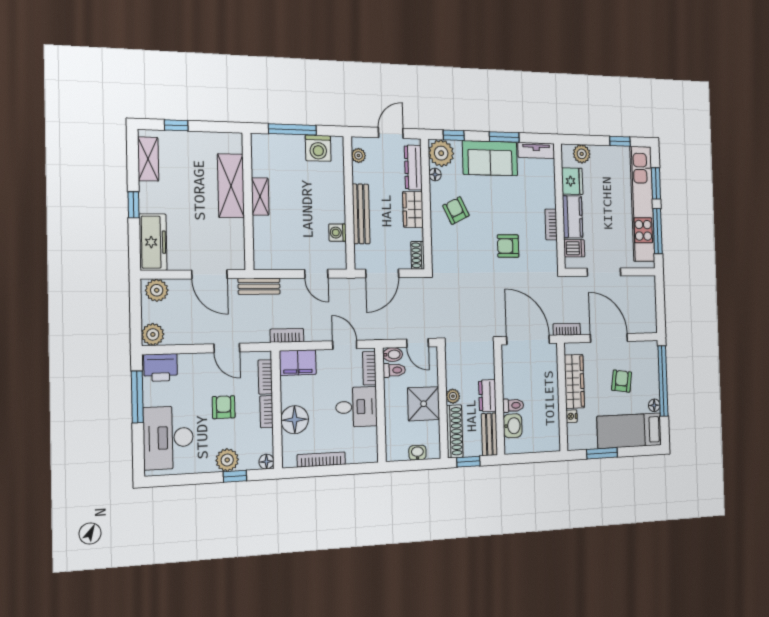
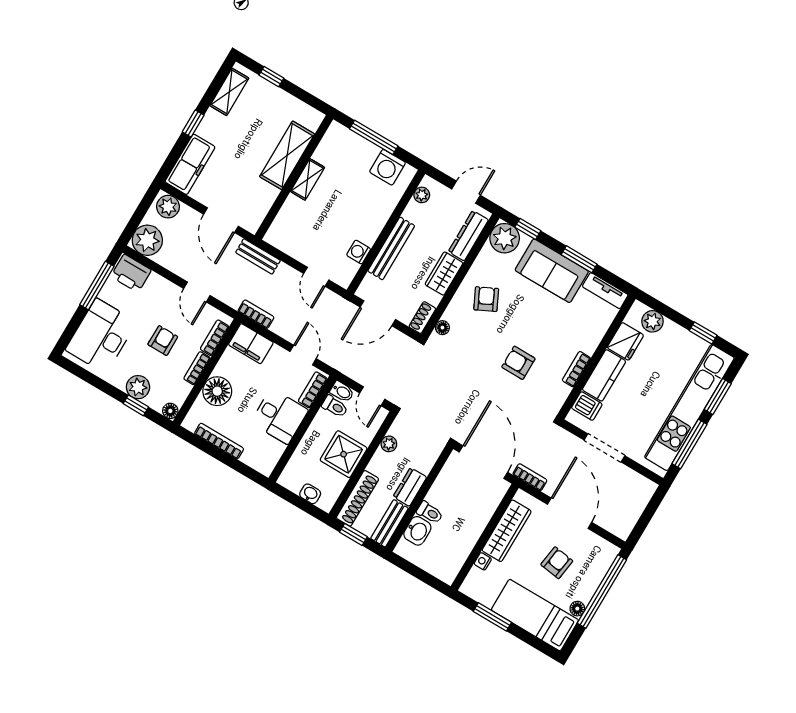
floor lamp: (435, 175) -> (442, 328), moved
plant: (153, 334) -> (147, 240), width x1.36, depth x1.36
plant: (453, 396) -> (389, 444), moved

